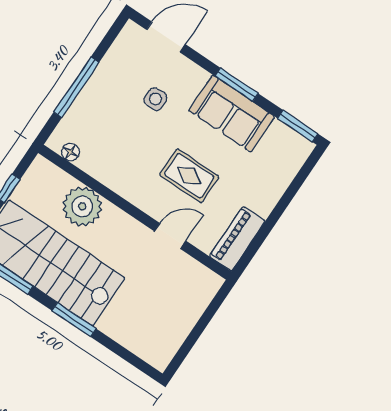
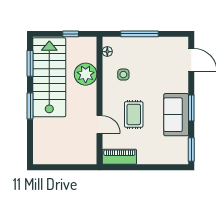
side table: (155, 99) -> (123, 75), moved

